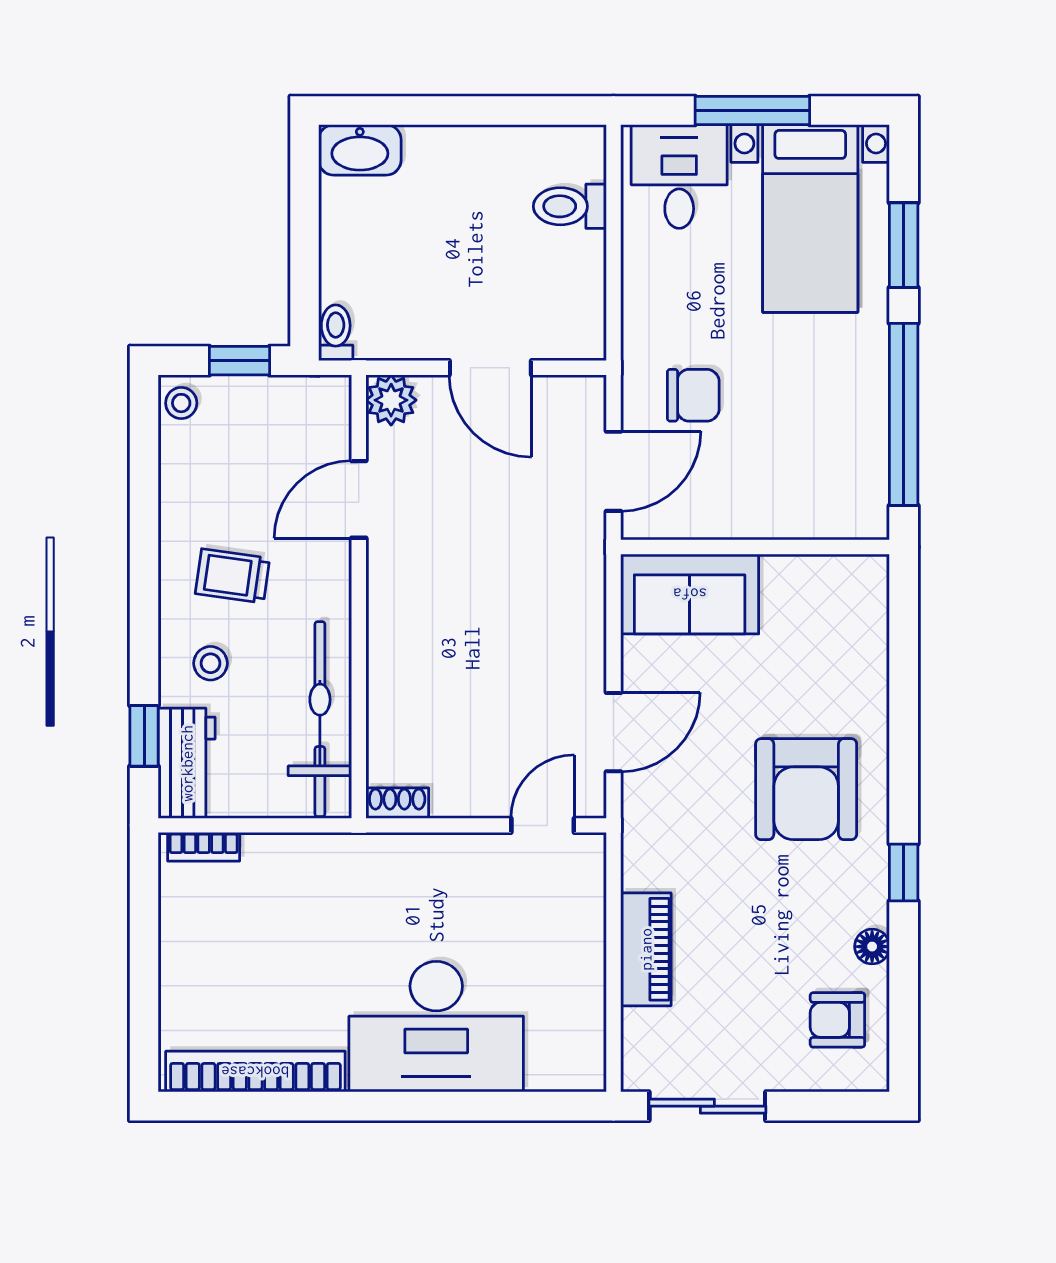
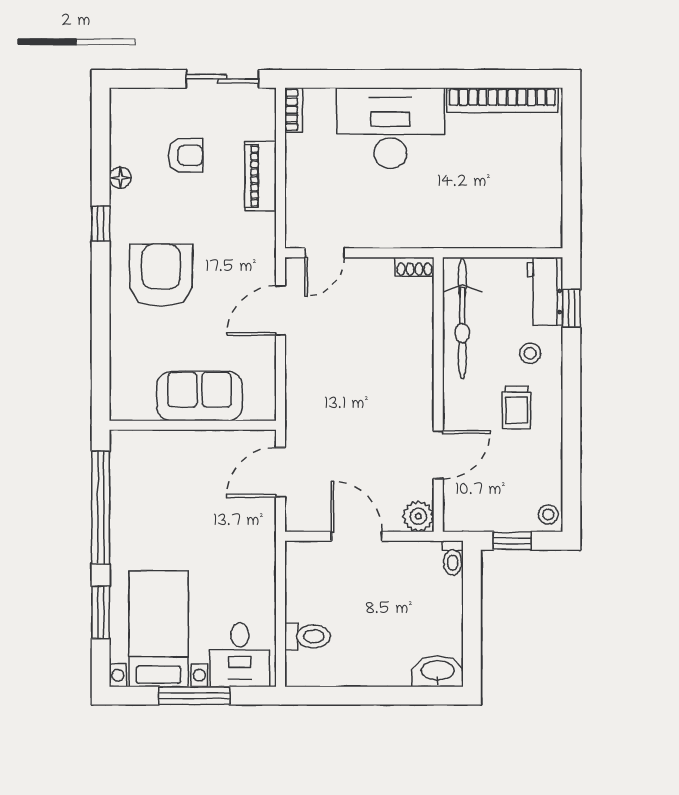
chair: (693, 395) -> (231, 519), removed
trolley: (233, 576) -> (516, 407), turned 82
sofa: (690, 594) -> (200, 396), moved
bookcase: (204, 847) -> (294, 110), moved, turned 90
armchair: (837, 1020) -> (186, 155), moved

